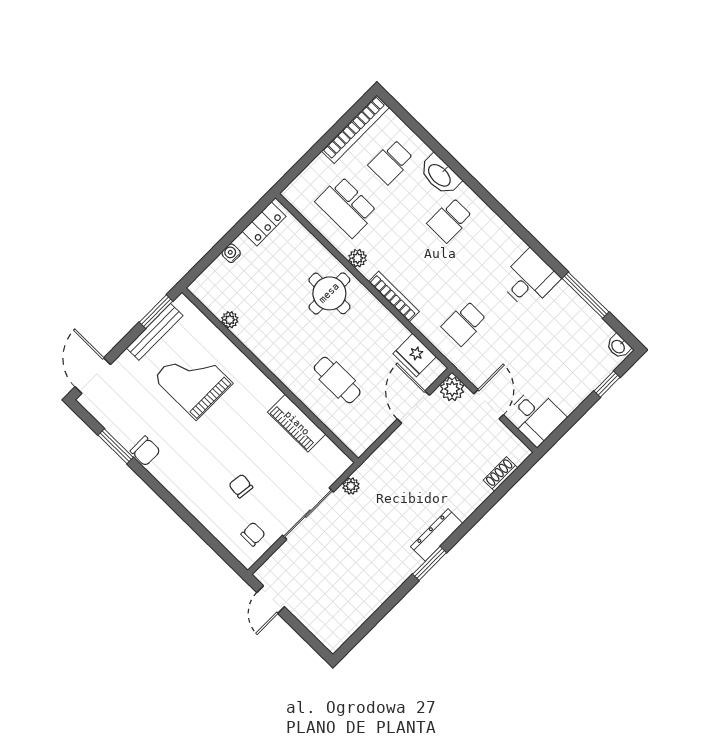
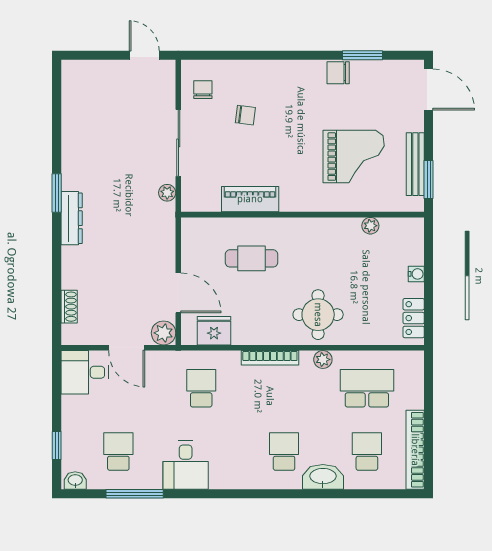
school desk: (567, 337) -> (118, 452), added
chair: (253, 534) -> (203, 90), turned 180

